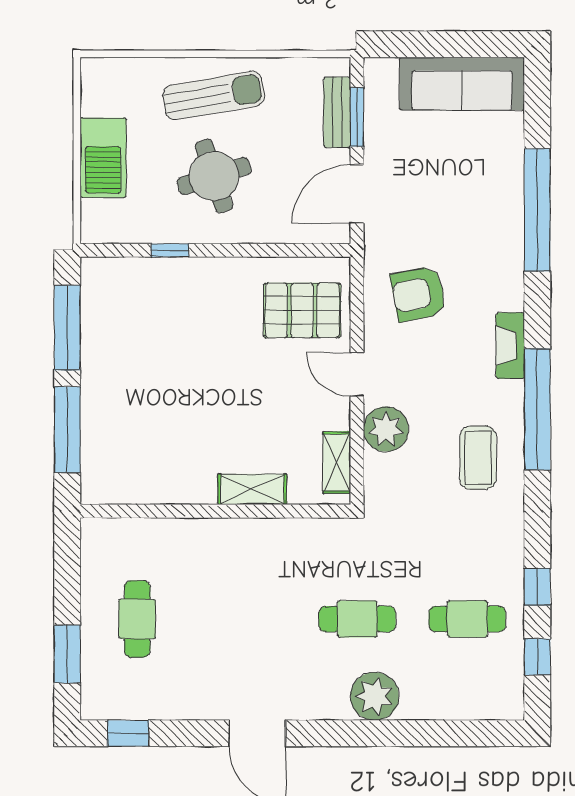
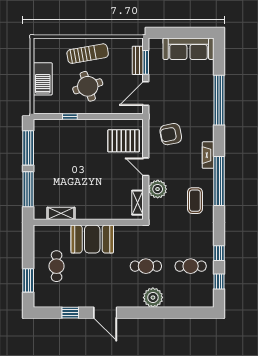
shelving: (252, 489) -> (61, 213), moved
booth: (225, 552) -> (92, 239), added
window: (128, 733) -> (70, 313), moved

